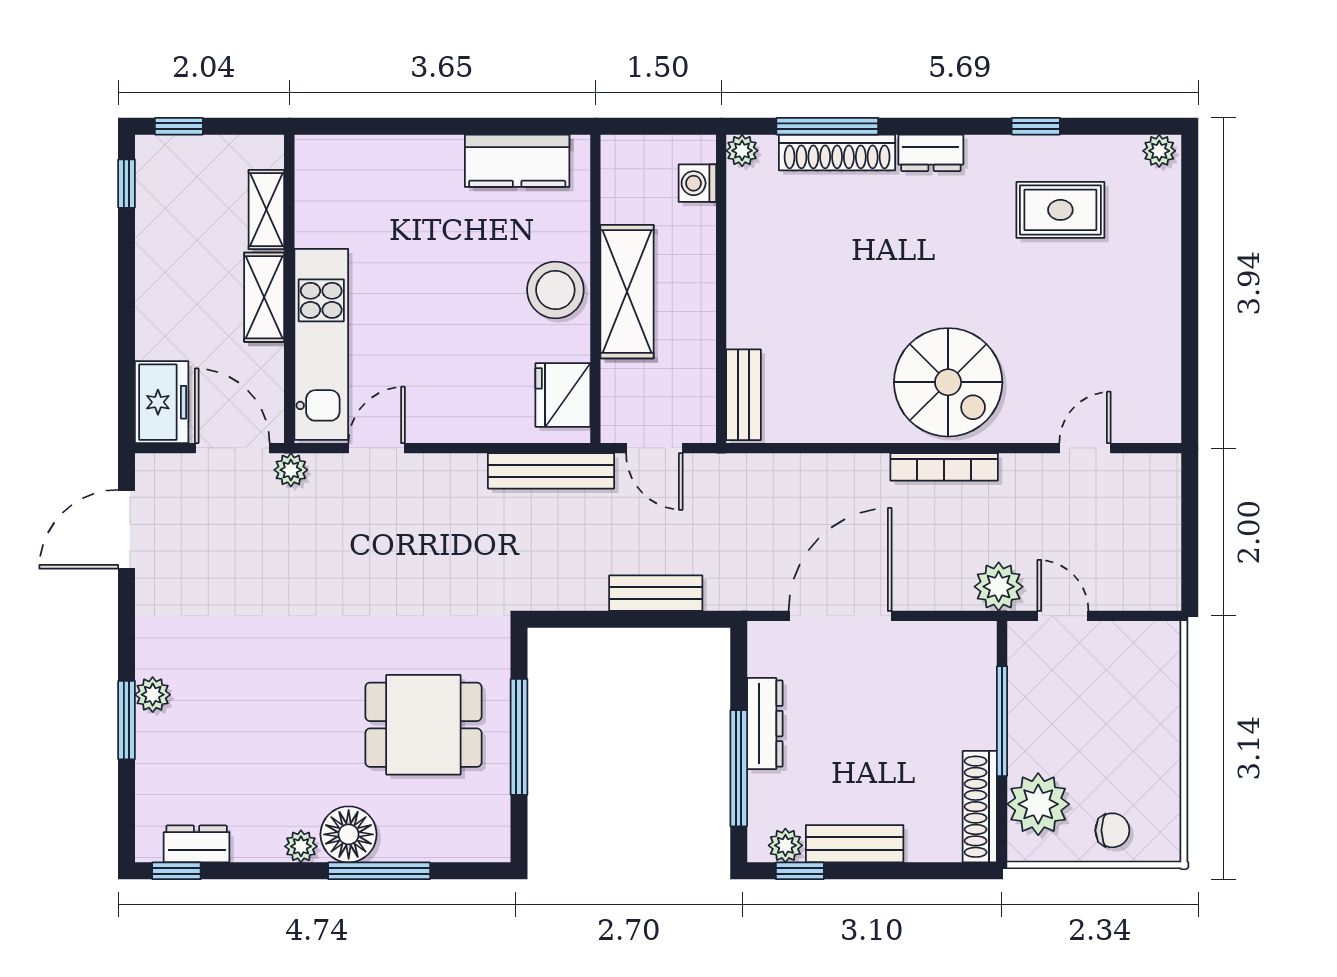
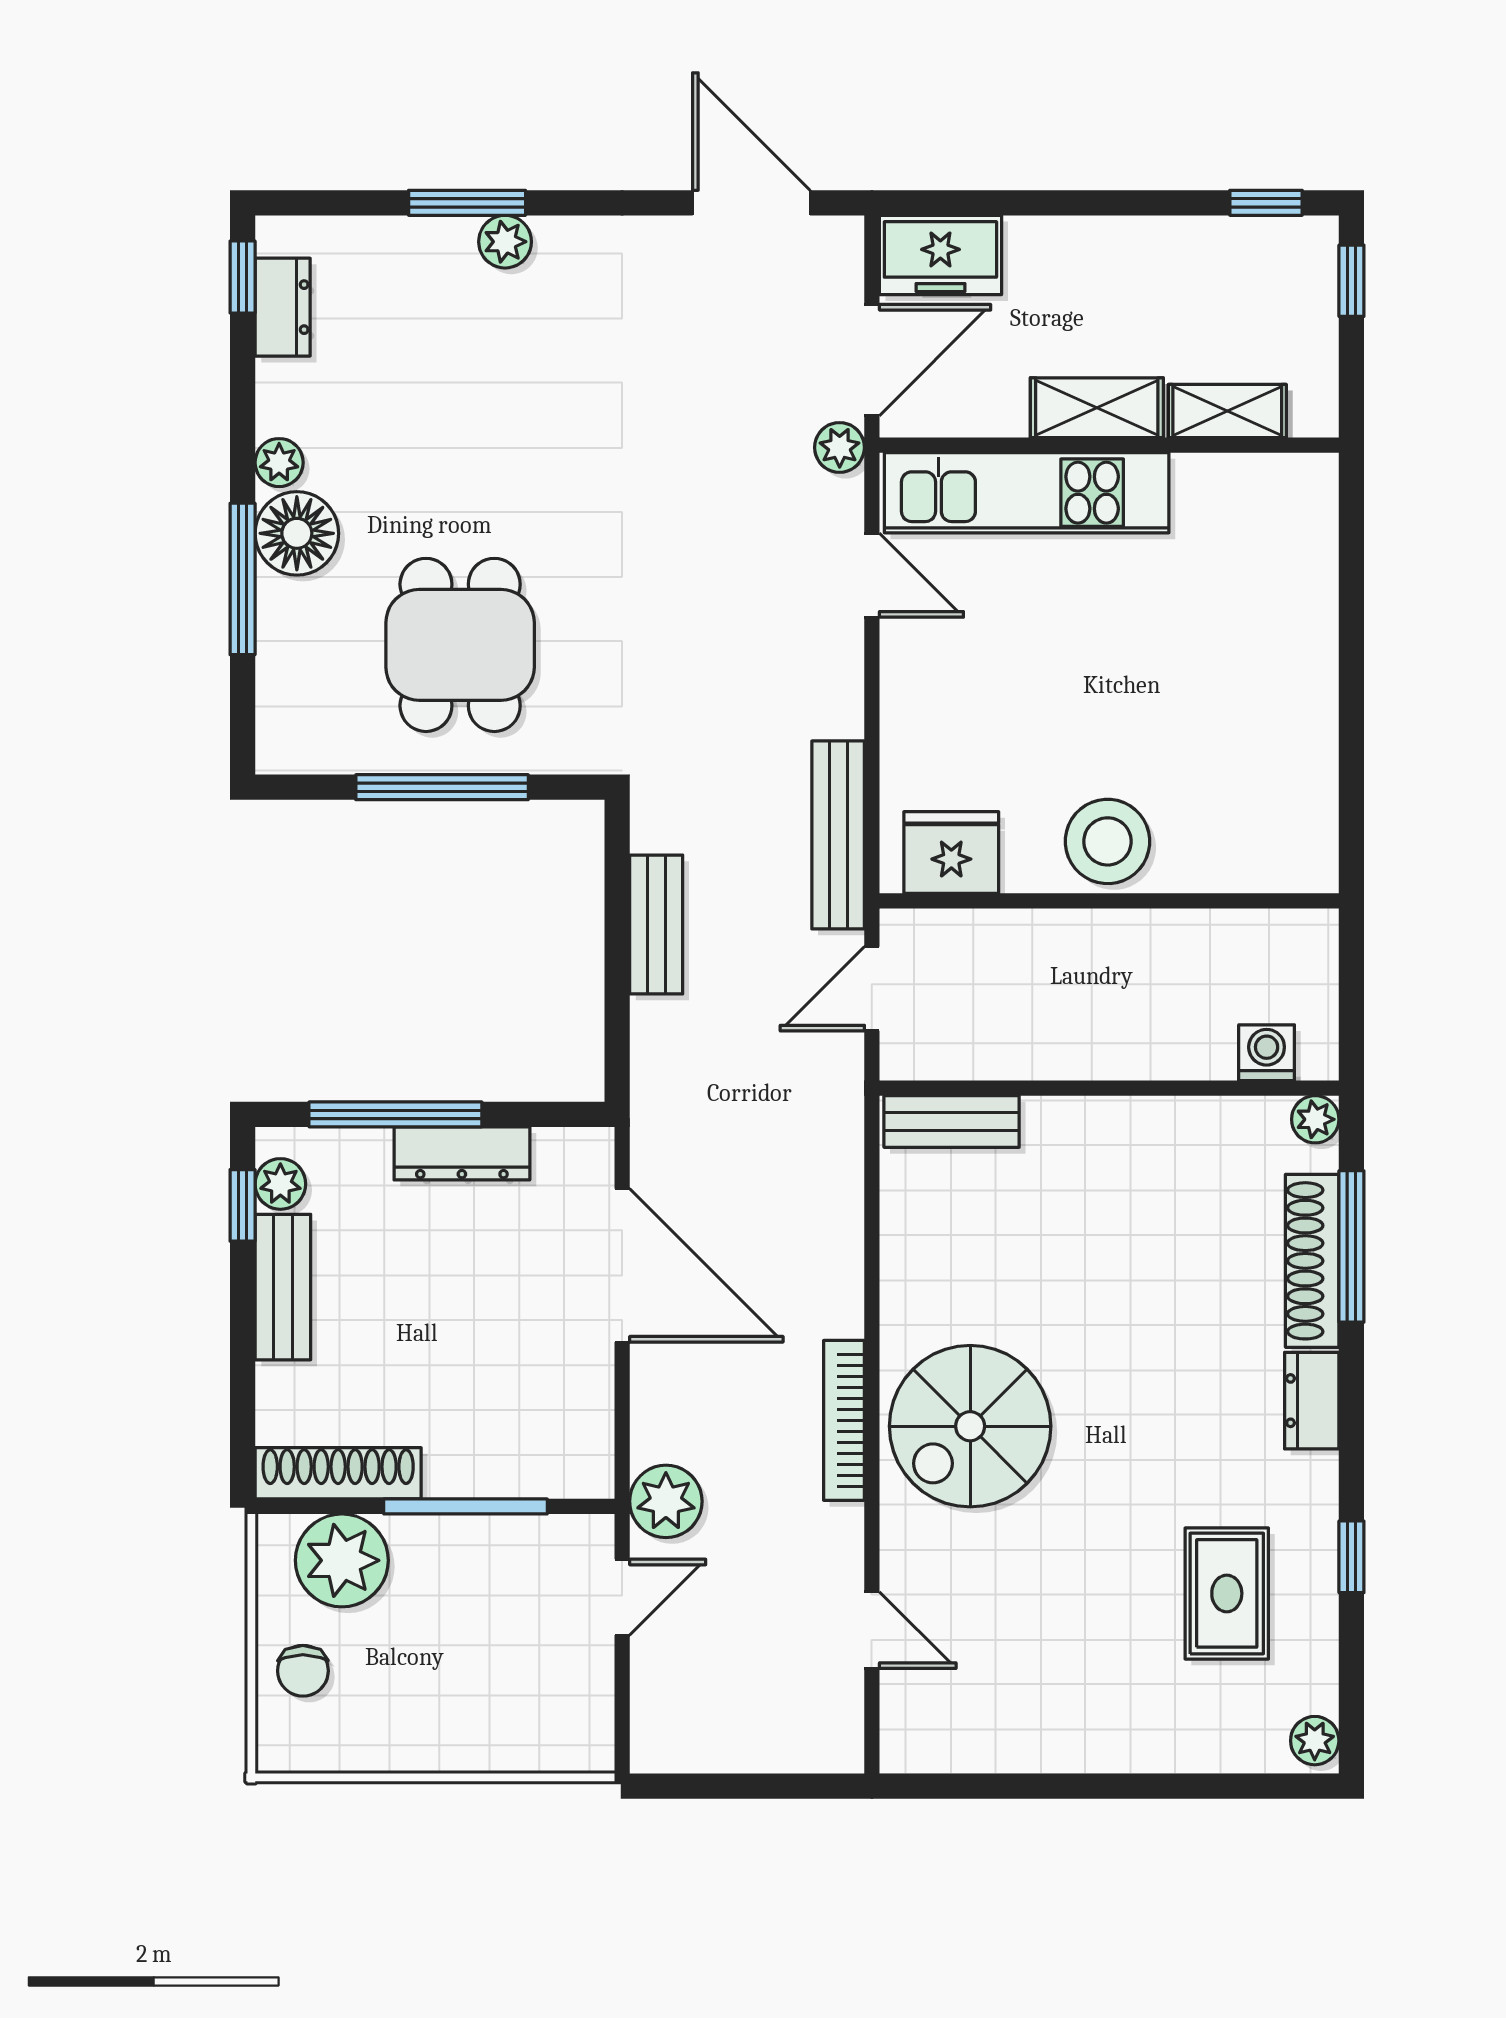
kitchen counter: (517, 161) -> (1300, 784), removed
shelving: (627, 292) -> (1105, 948), removed
bench: (656, 593) -> (656, 925), moved

